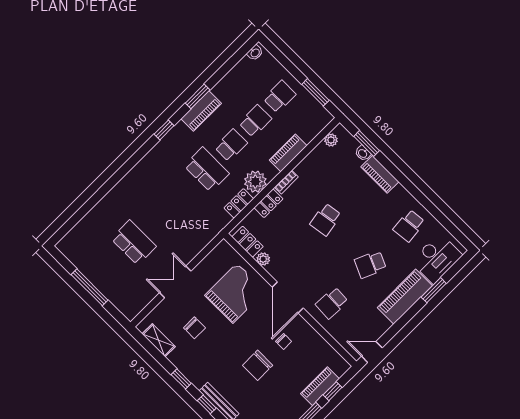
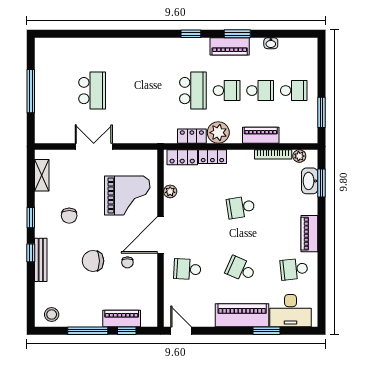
washbasin: (255, 53) -> (271, 43), moved
washbasin: (363, 153) -> (310, 181), width x1.91, depth x1.45
piano: (380, 174) -> (309, 234), moved
bookcase: (286, 182) -> (273, 154), moved, width x1.56
locker: (247, 242) -> (182, 157), moved, turned 90
chair: (194, 328) -> (69, 216), moved

